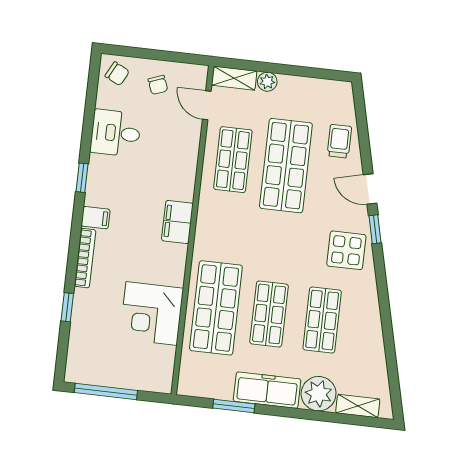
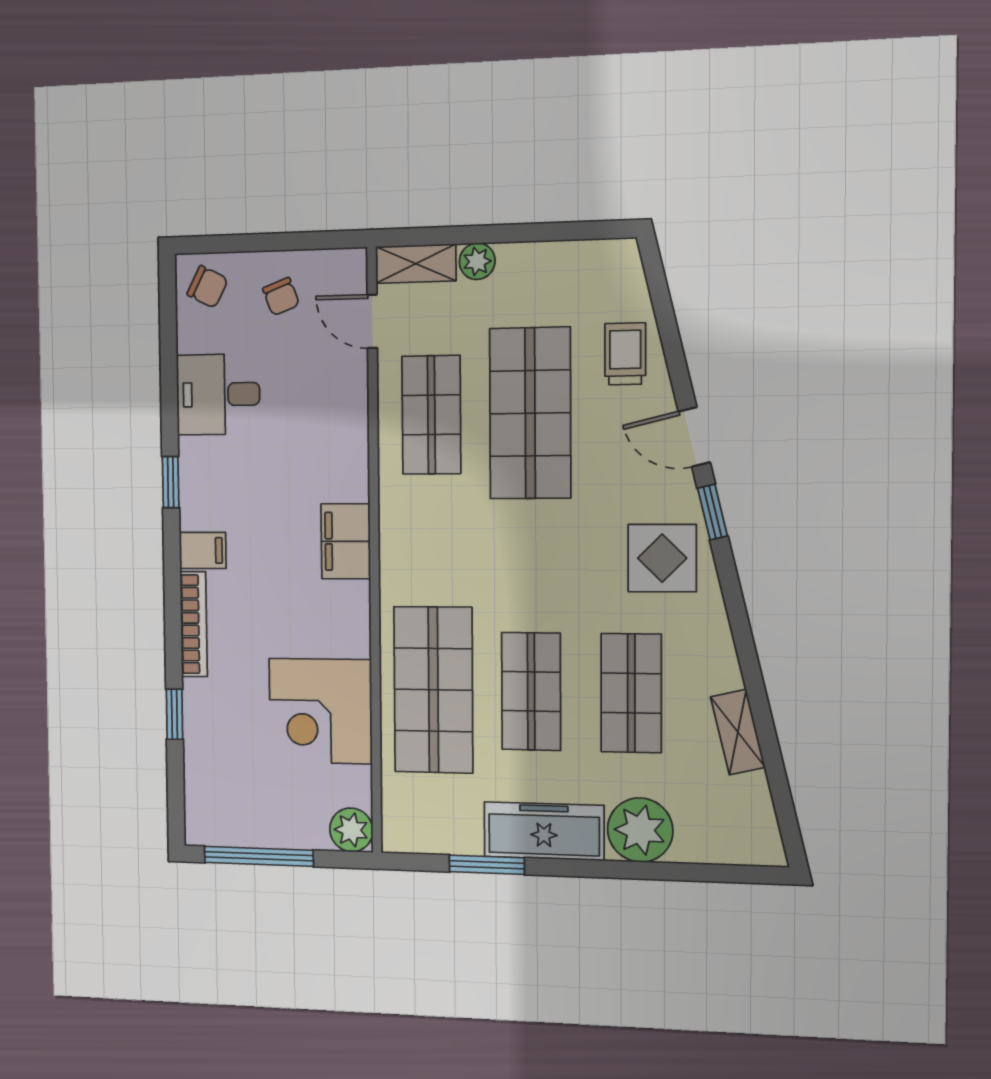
plant: (161, 381) -> (351, 830), added
shelving: (358, 406) -> (738, 732), moved, turned 76

